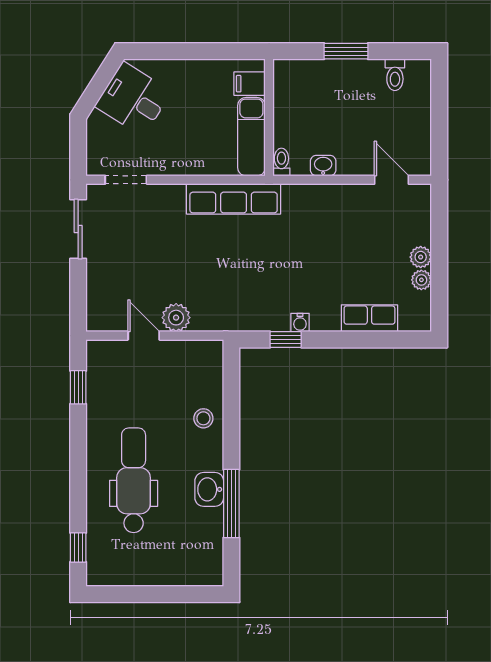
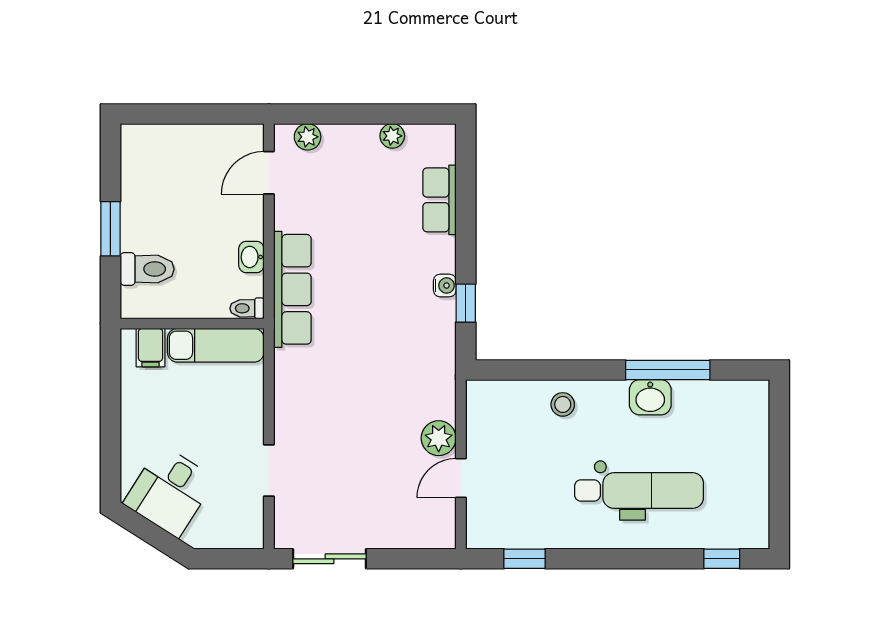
toilet: (395, 75) -> (147, 269), moved, width x1.37, depth x1.39
doorway: (126, 180) -> (269, 470), moved
row of seats: (234, 199) -> (292, 289), moved
plant: (421, 257) -> (308, 137), moved
dental chair: (134, 480) -> (639, 491), turned 180

